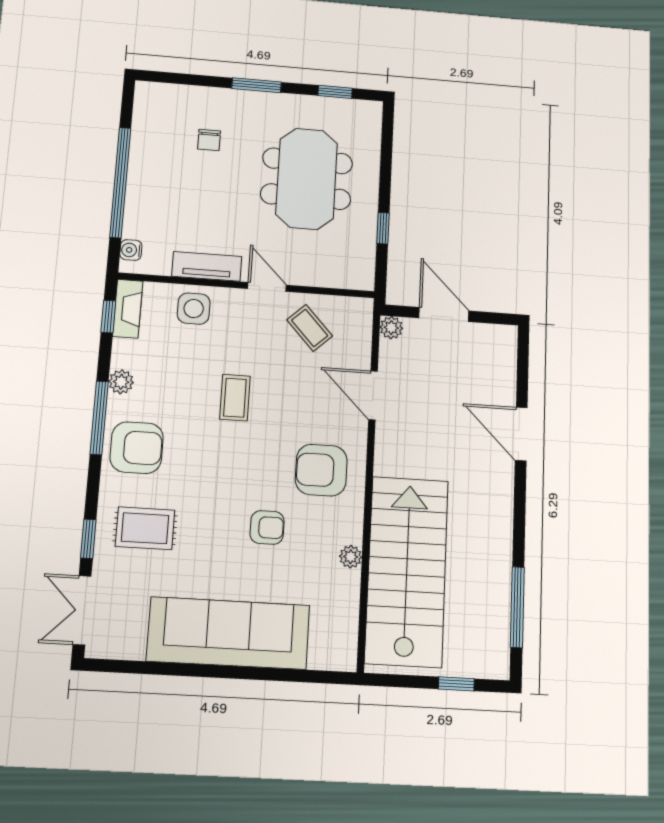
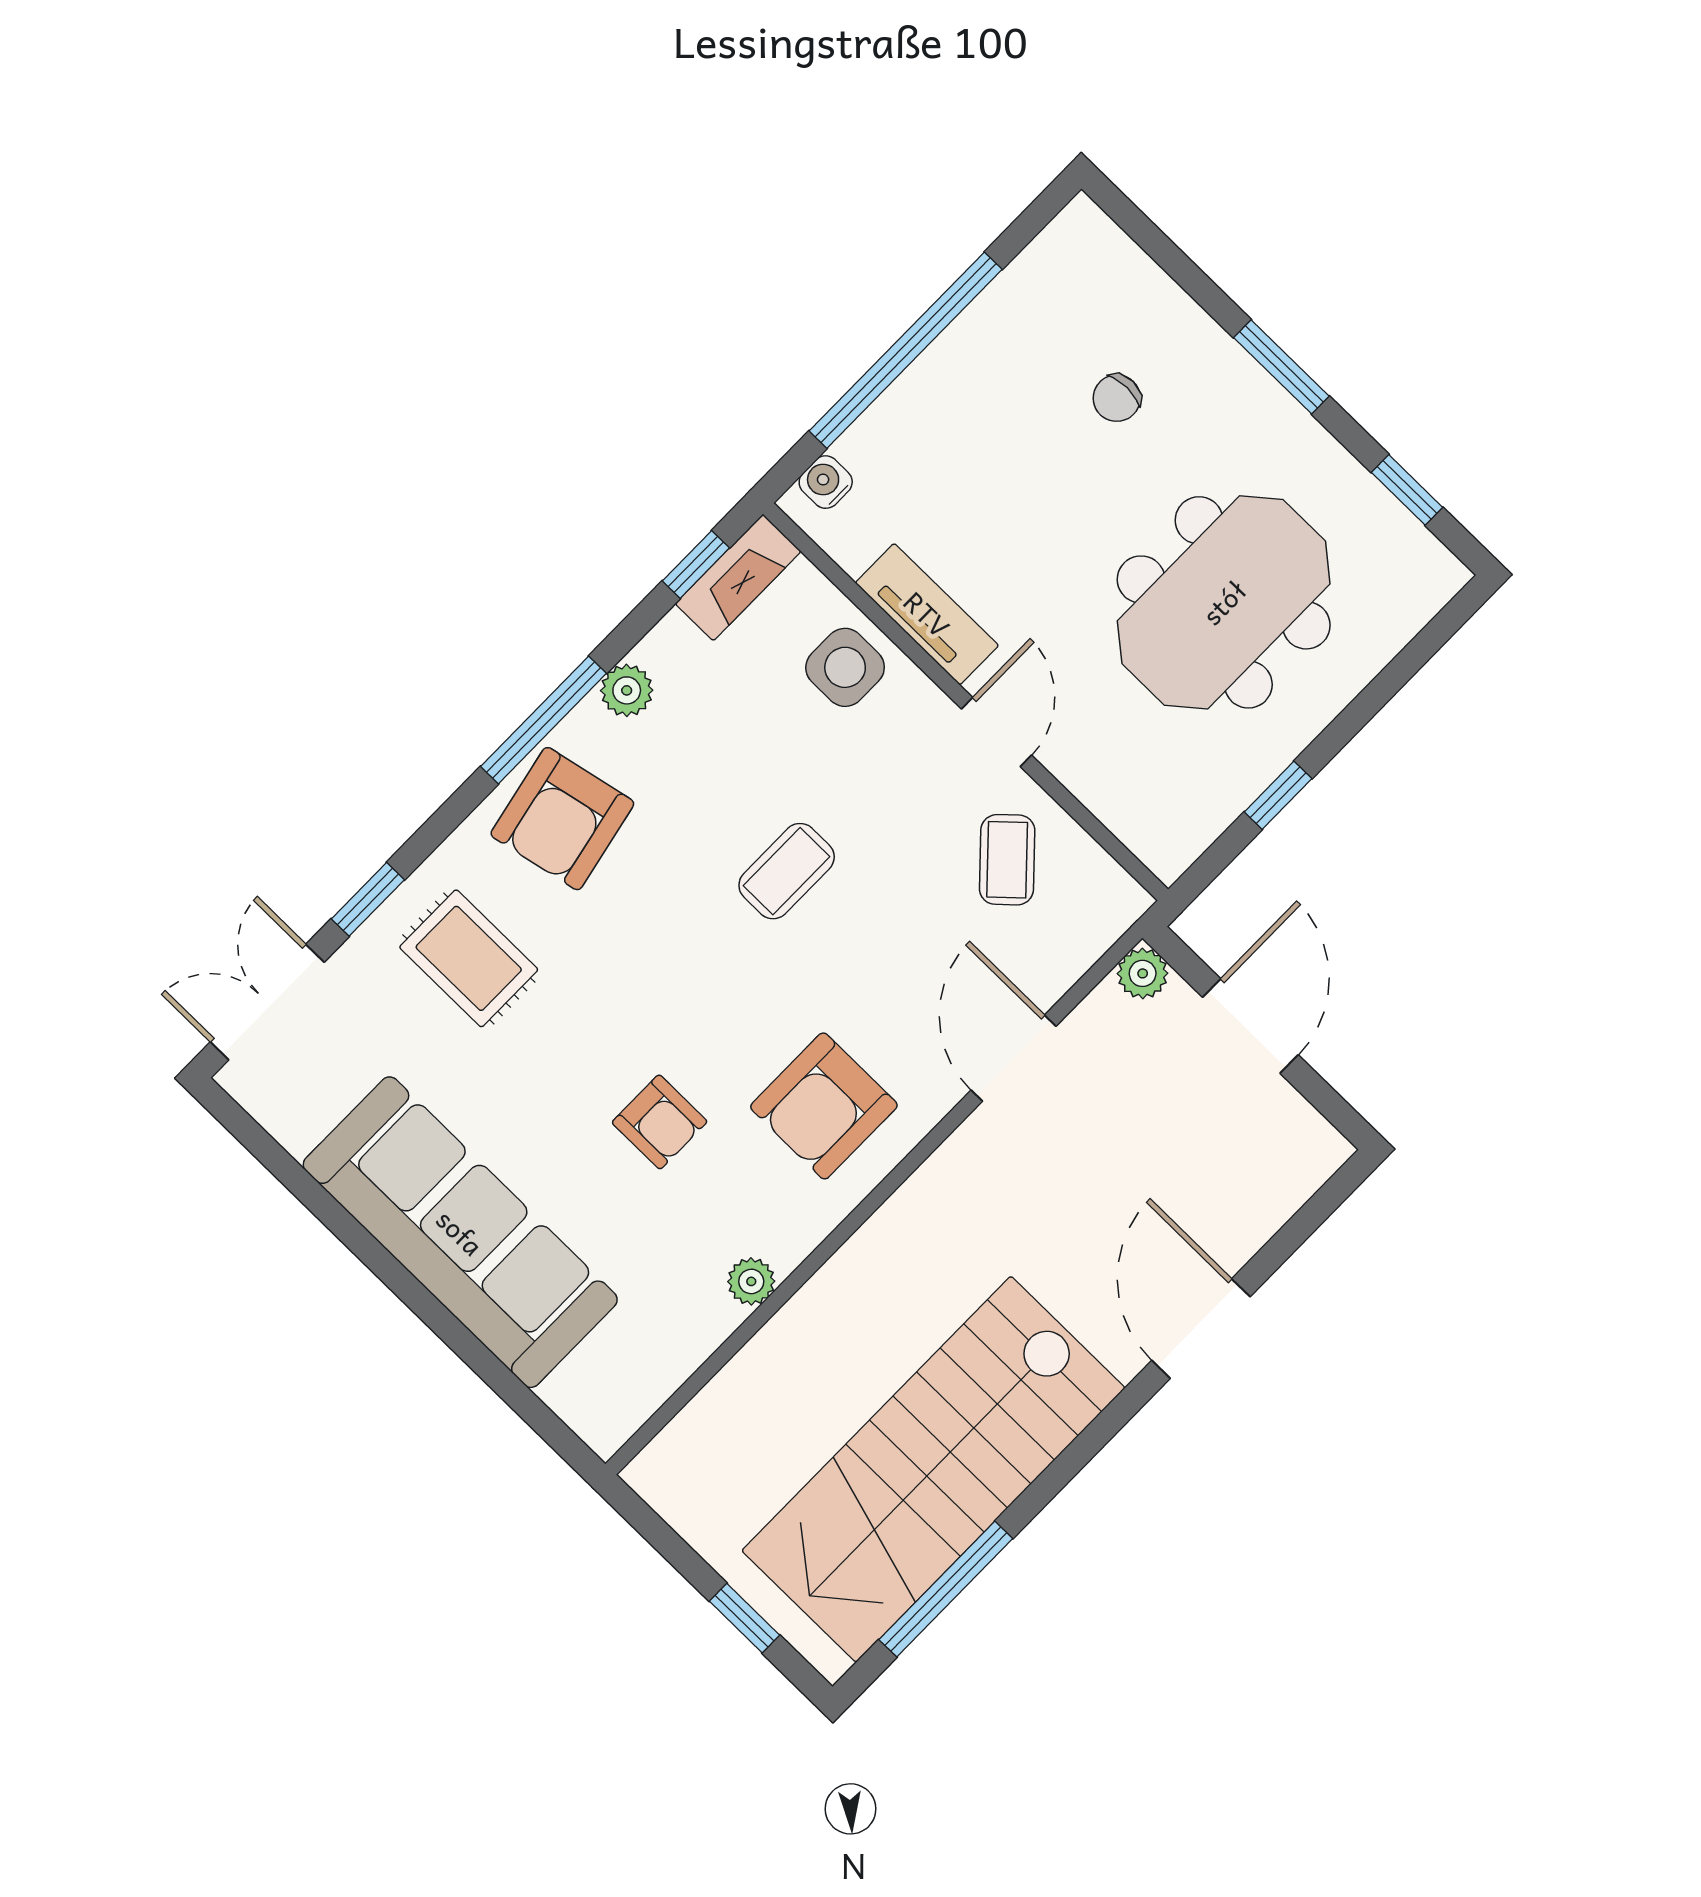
armchair: (137, 448) -> (562, 819), turned 78
armchair: (321, 470) -> (824, 1106), turned -90
stairs: (407, 571) -> (933, 1469), moved, turned 180

